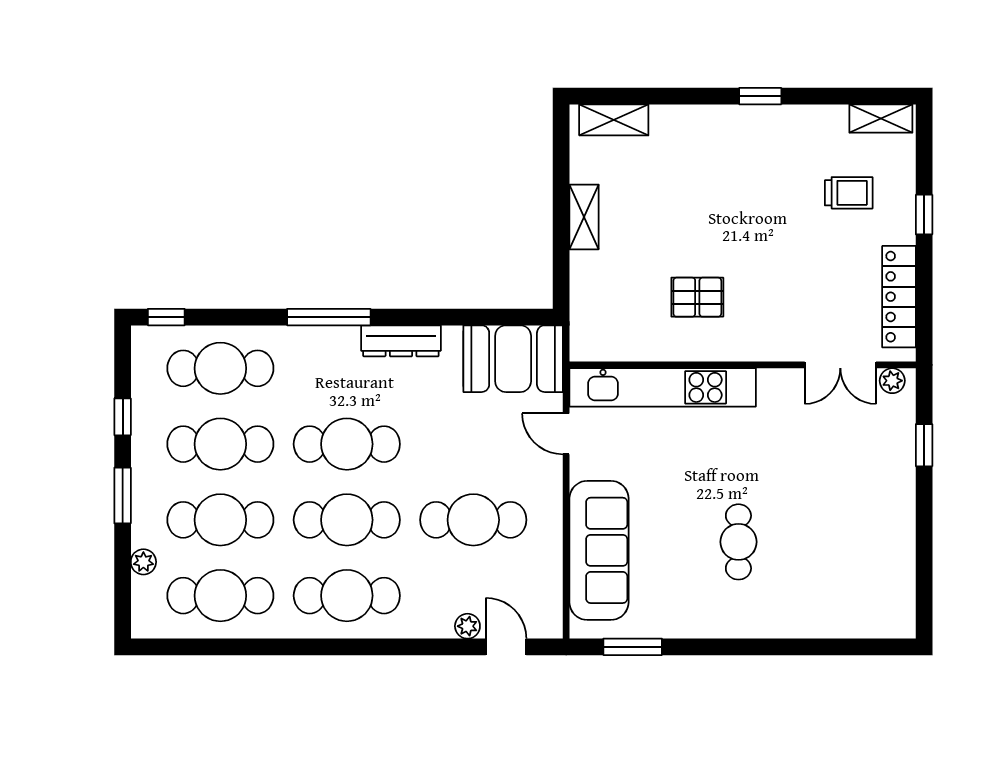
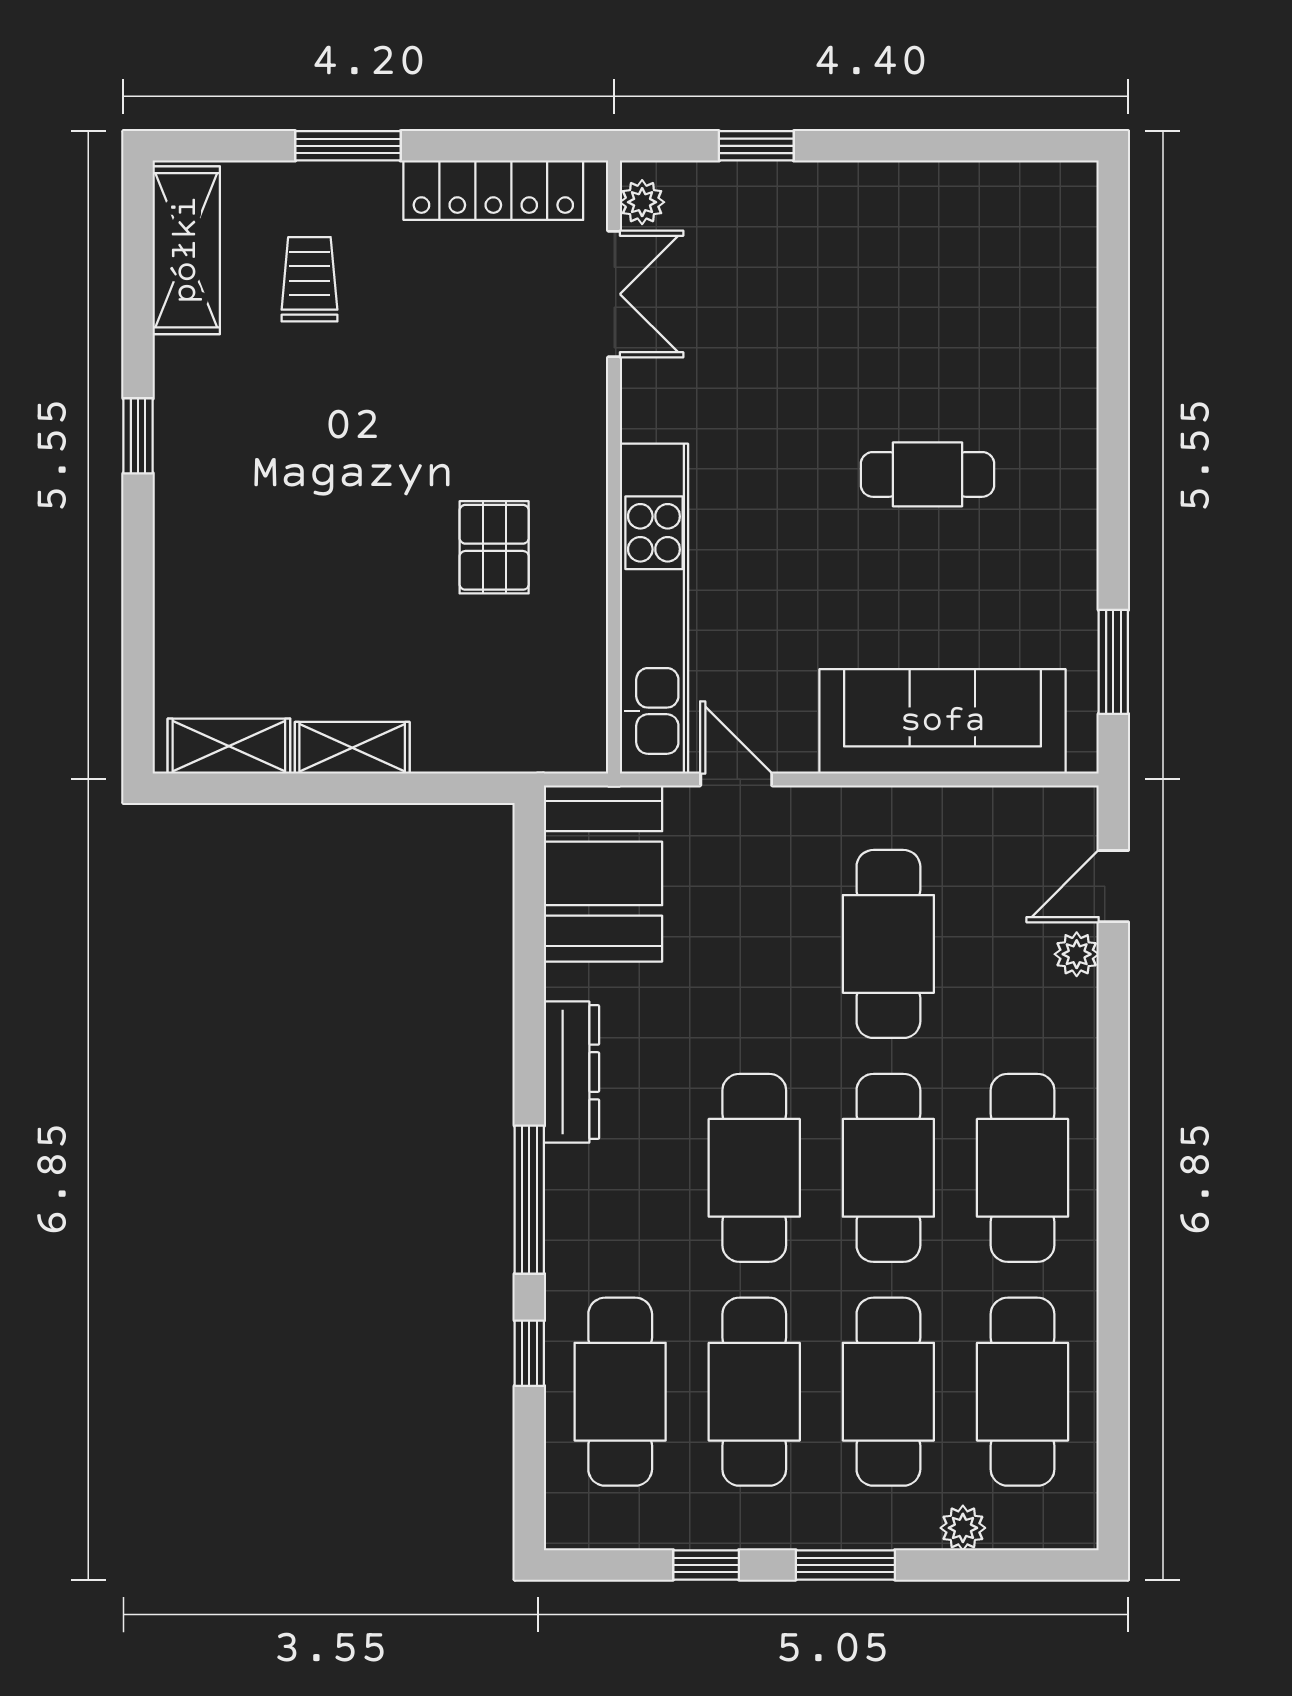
shelving: (881, 118) -> (186, 250), width x1.50, depth x1.33
shelving: (614, 120) -> (229, 746), moved, turned 90
window: (924, 215) -> (348, 146), width x1.50
window: (166, 317) -> (529, 1353), moved
door: (566, 434) -> (736, 779), swing flipped

